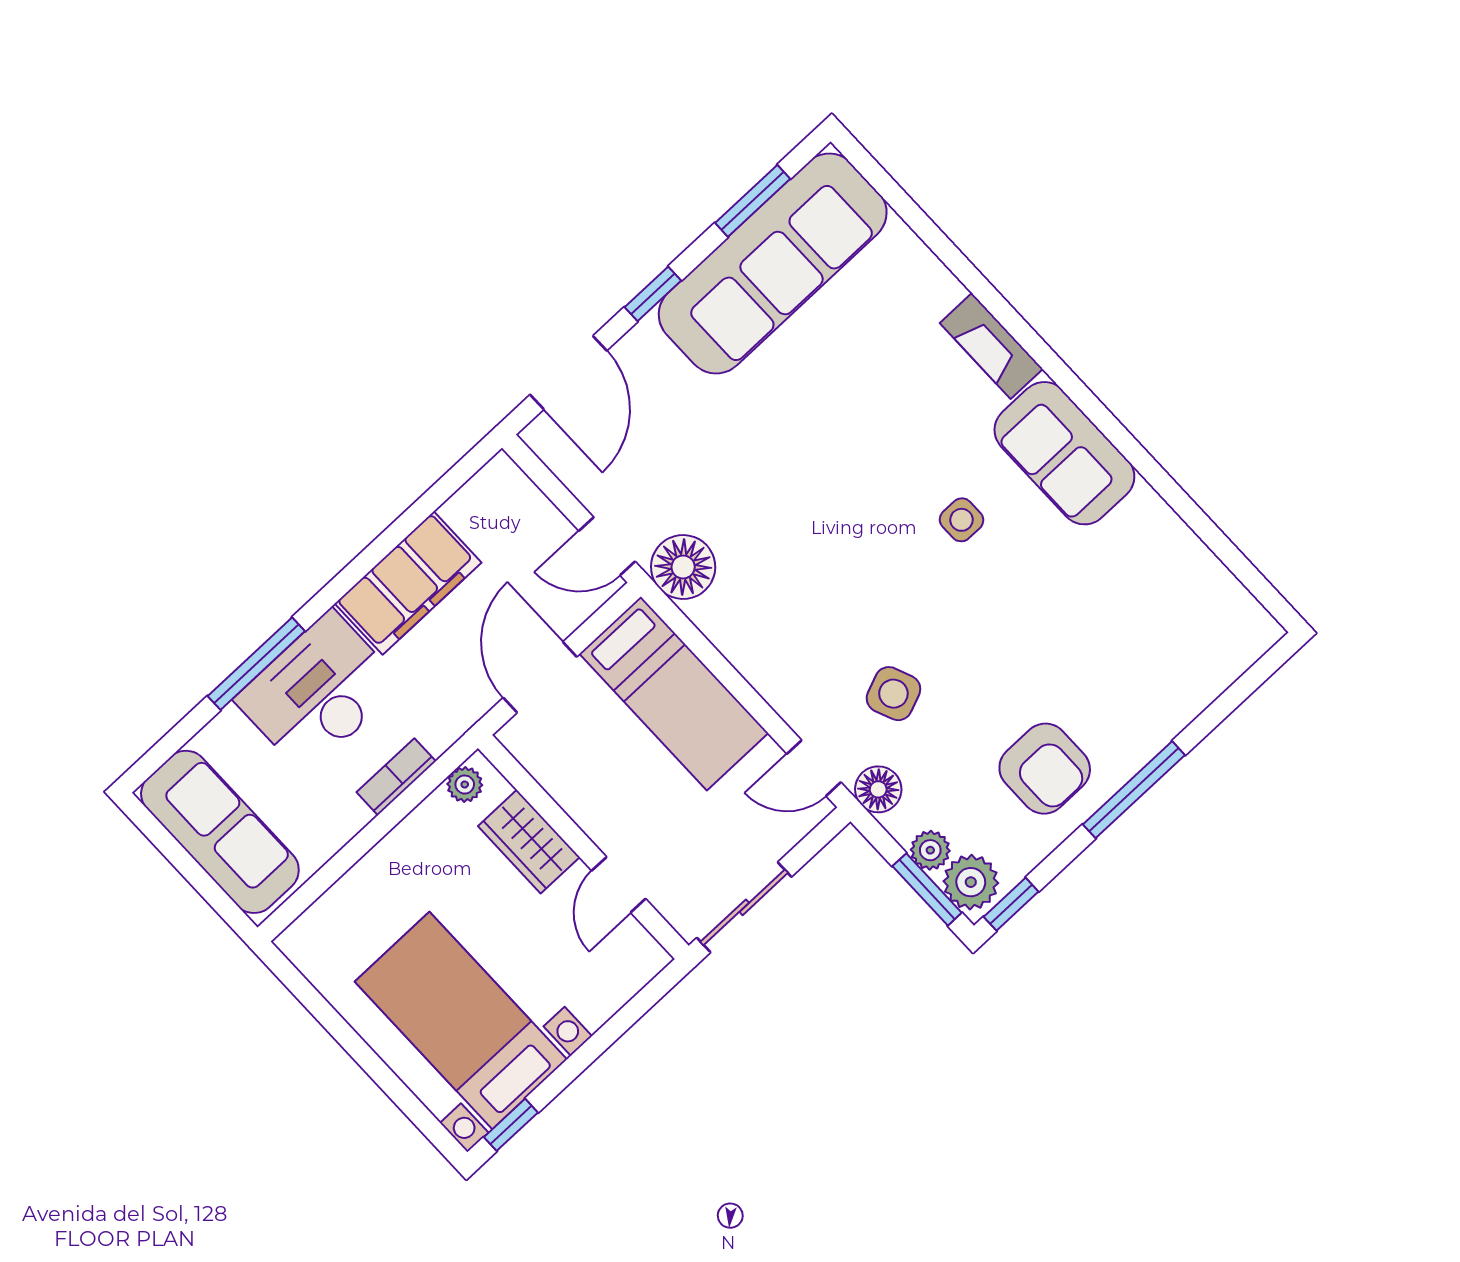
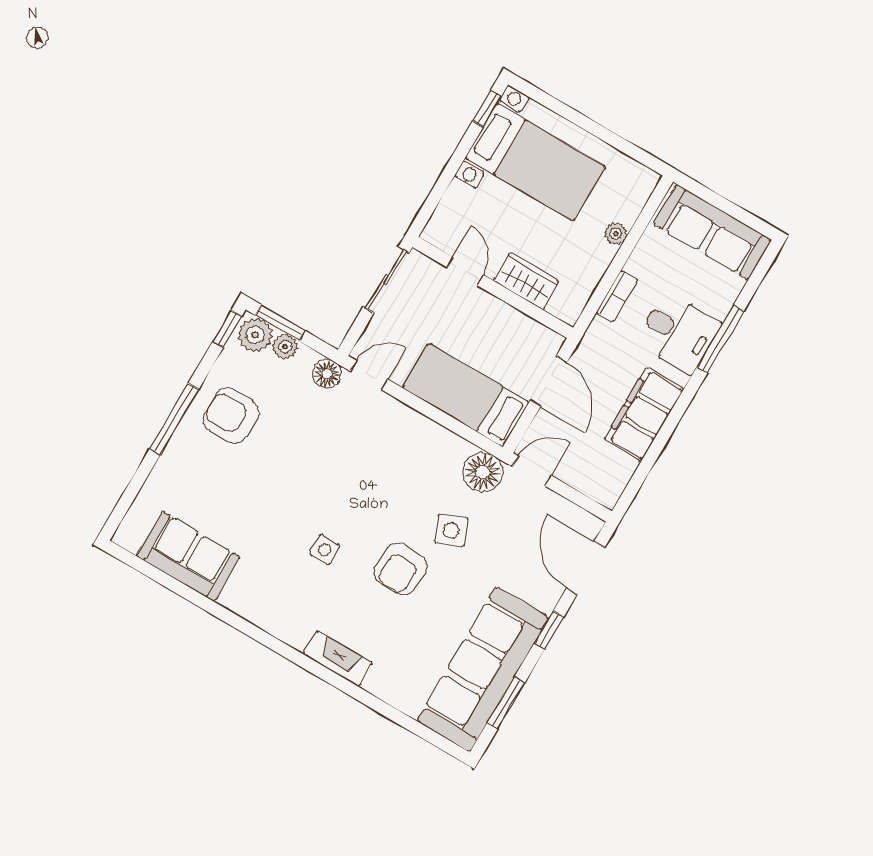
sofa: (1064, 453) -> (188, 556), moved
armchair: (854, 455) -> (401, 569), added
desk: (319, 692) -> (678, 333), width x0.73
side table: (893, 694) -> (451, 530), moved
plant: (465, 785) -> (616, 234), moved

